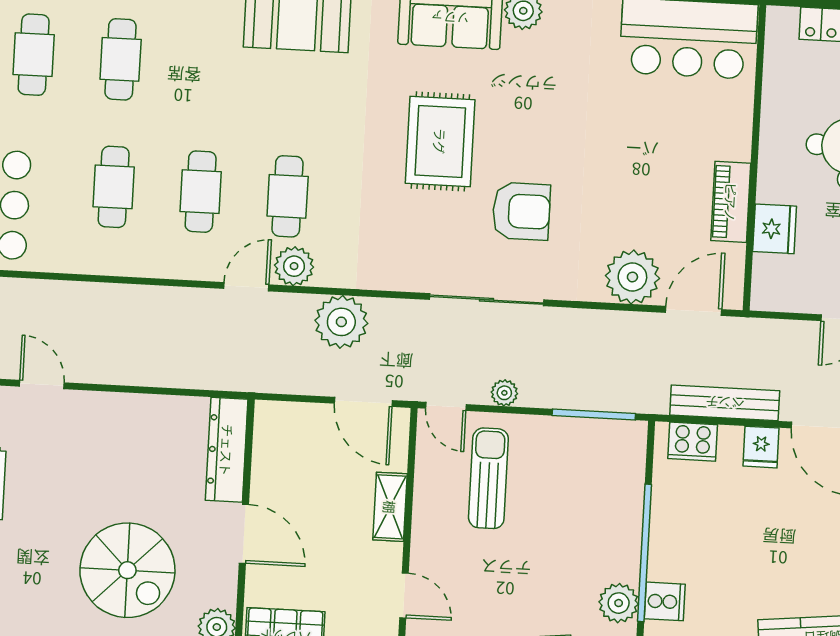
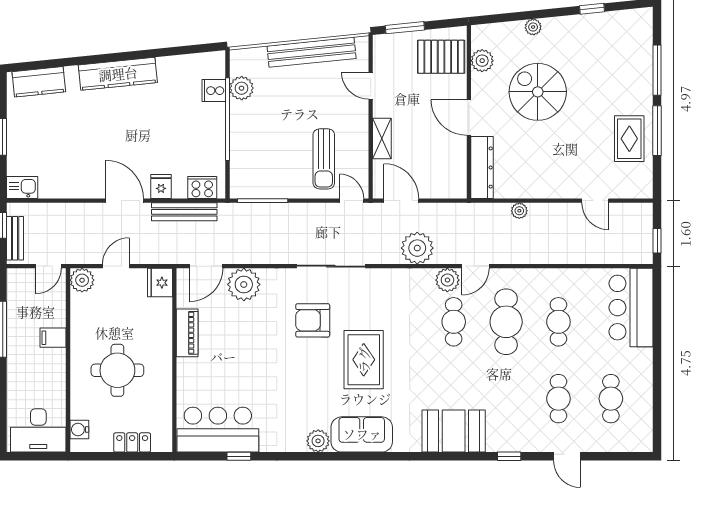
cafe table: (201, 192) -> (506, 322), width x1.37, depth x1.35
fridge: (775, 229) -> (160, 283), moved
plant: (504, 393) -> (519, 211), moved

